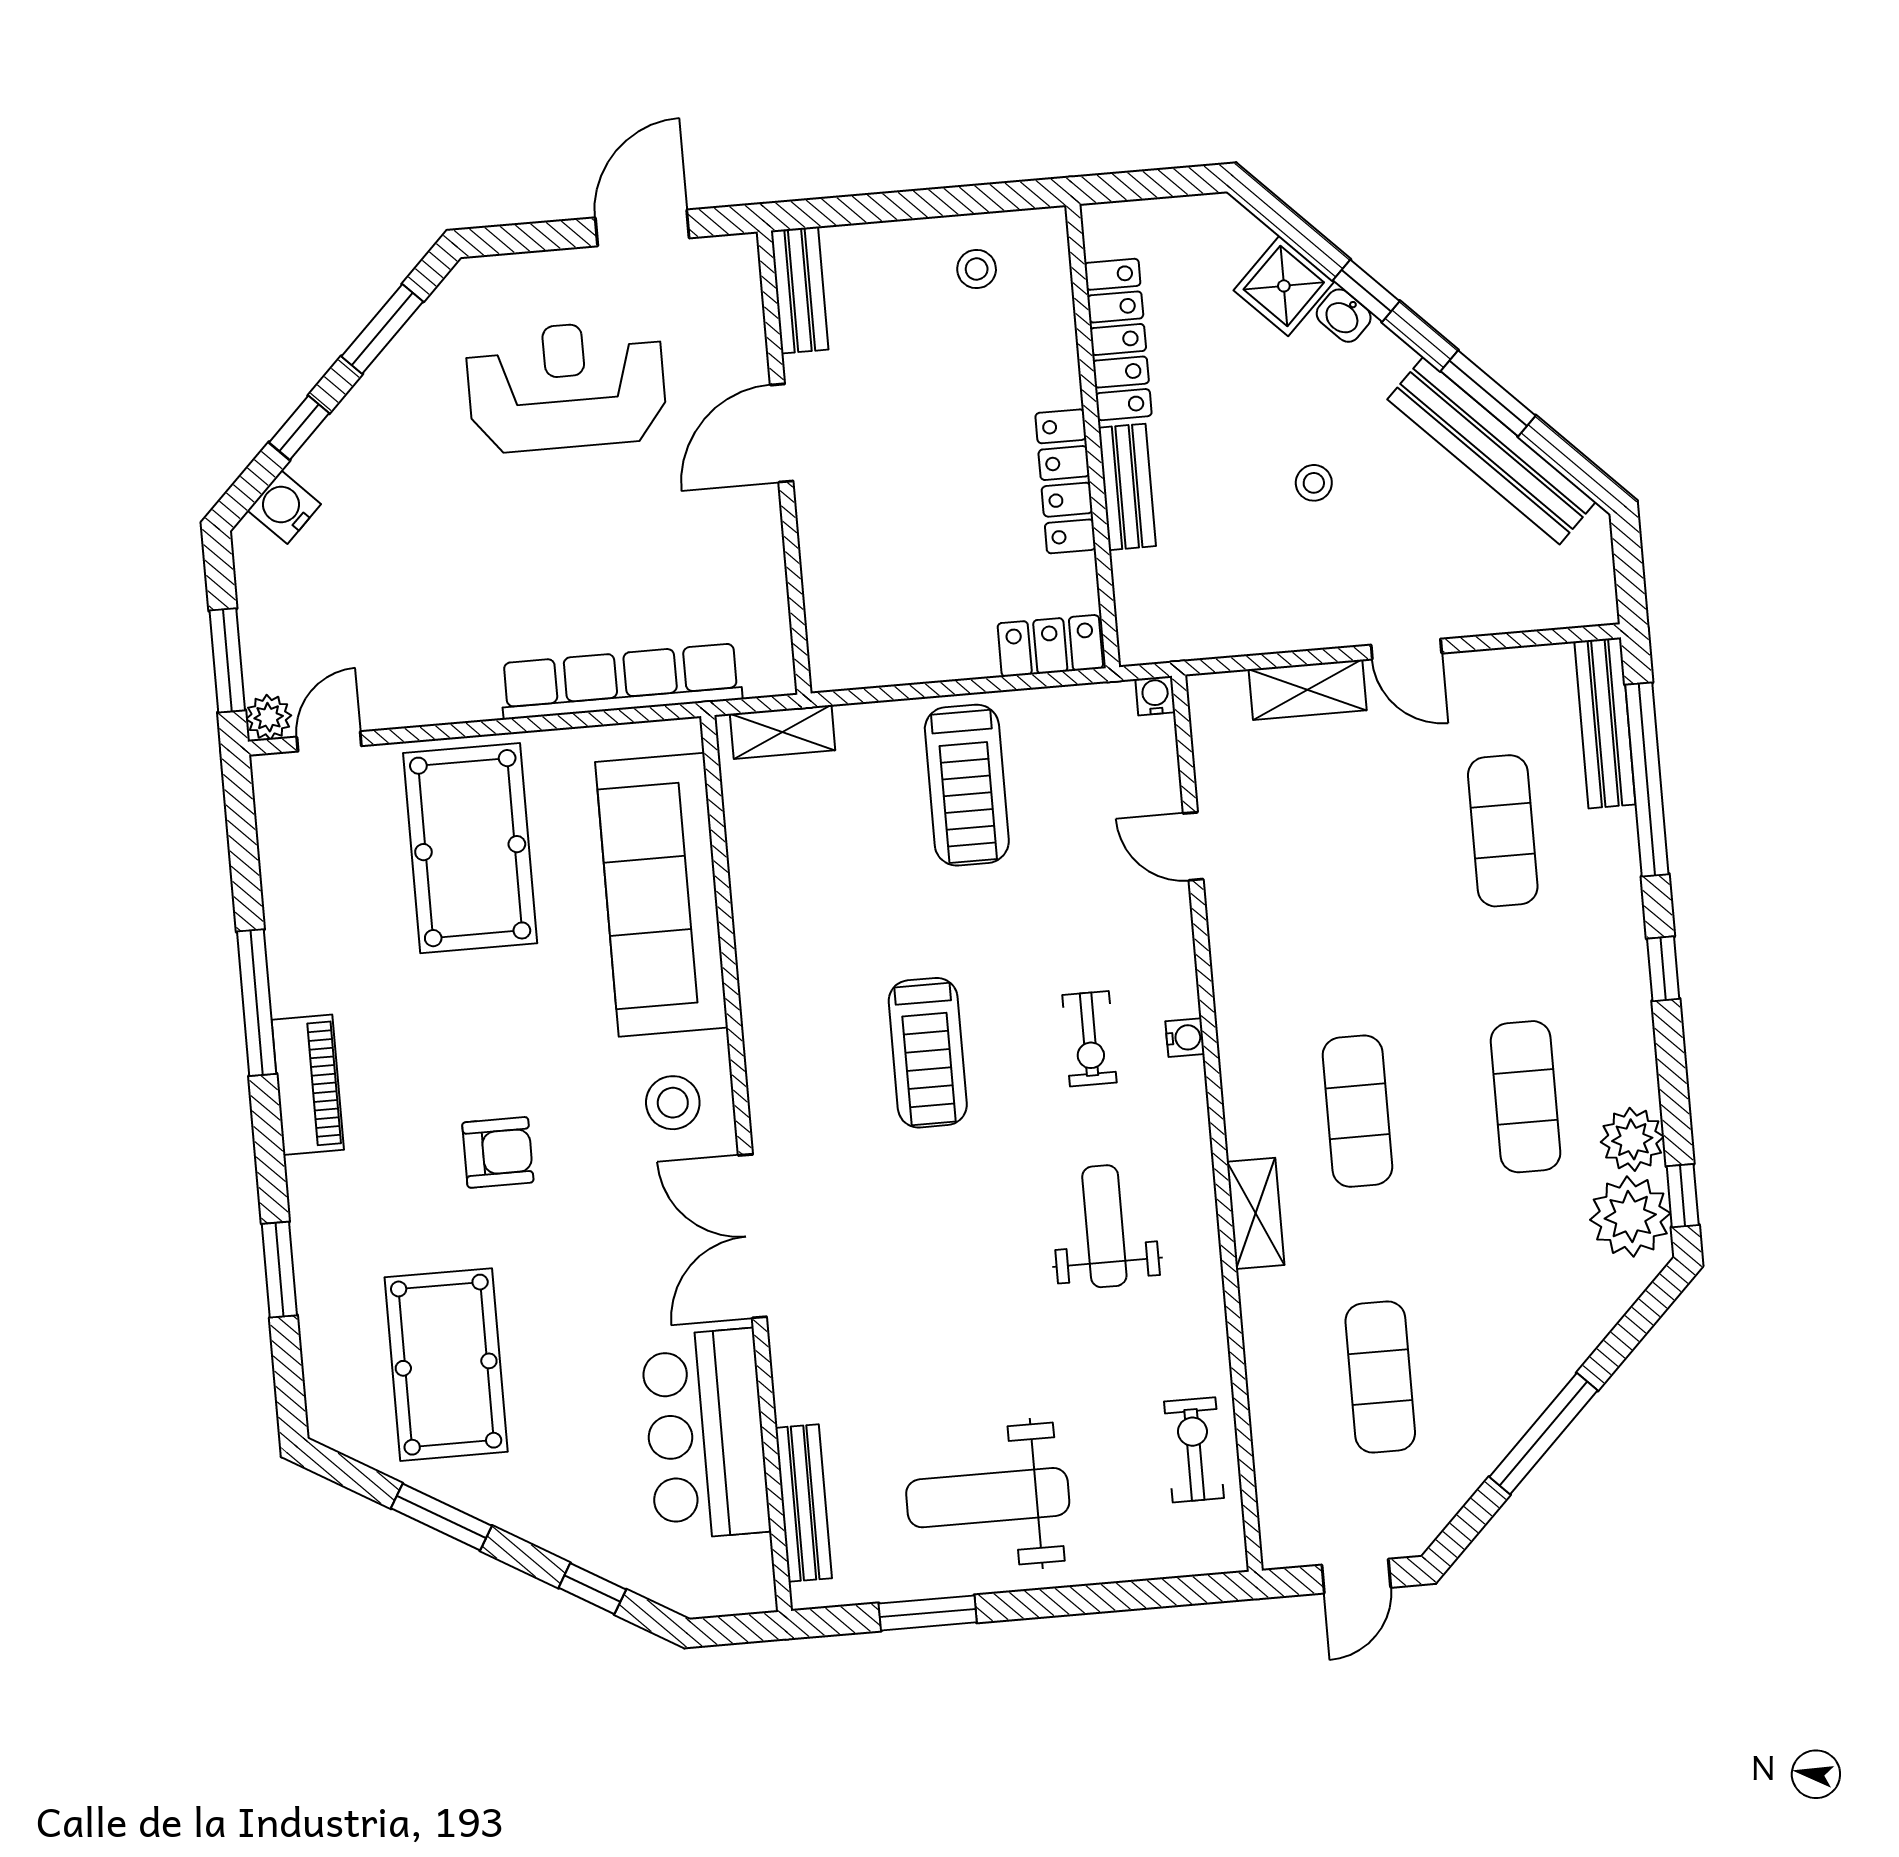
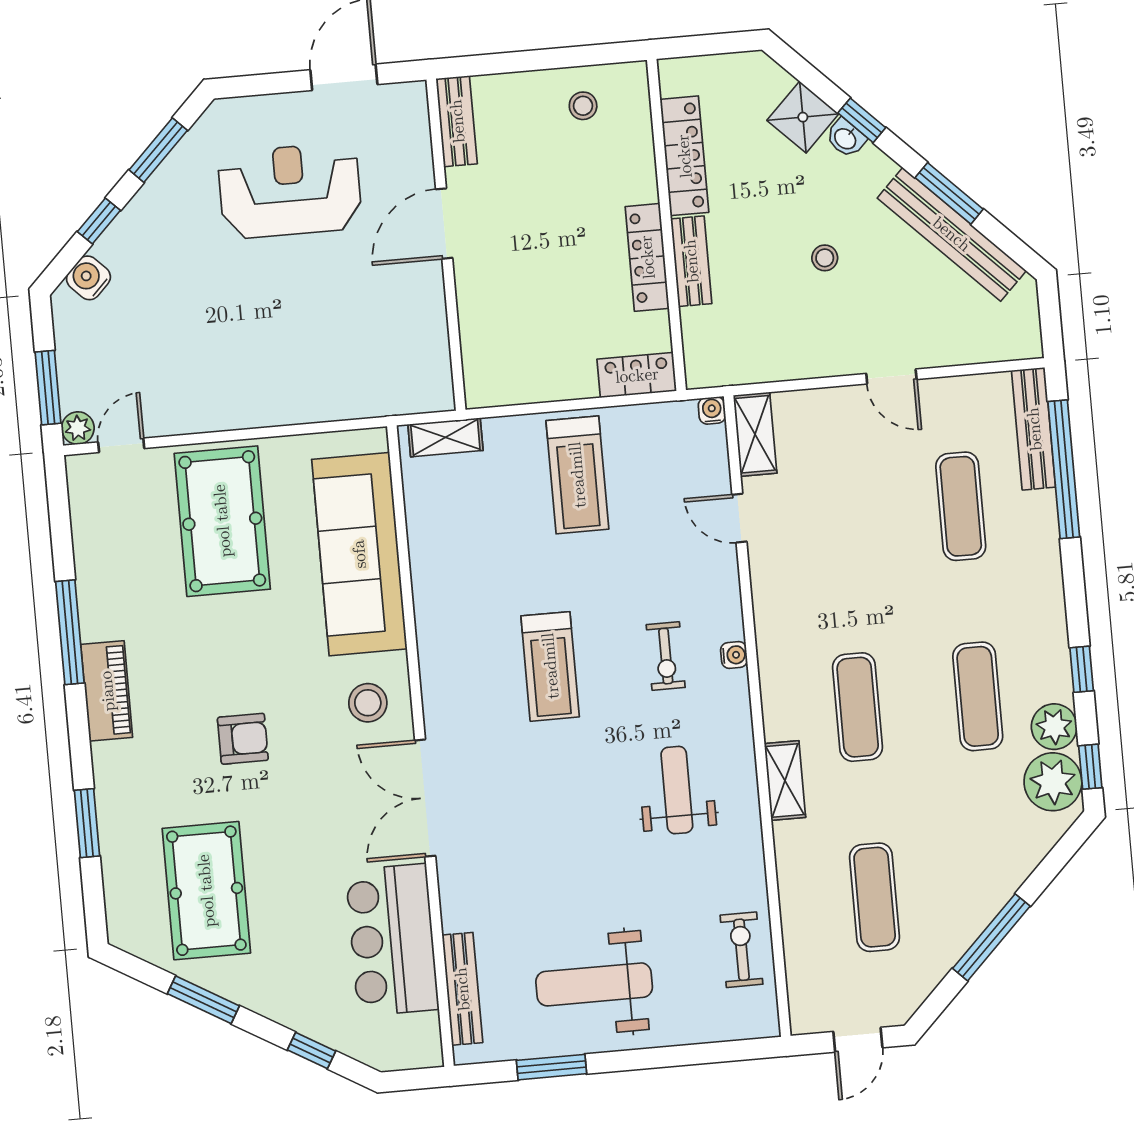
row of seats: (621, 681) -> (330, 402), removed
shelving: (1308, 690) -> (755, 434), moved, turned 90
window: (1663, 969) -> (1082, 669), moved

